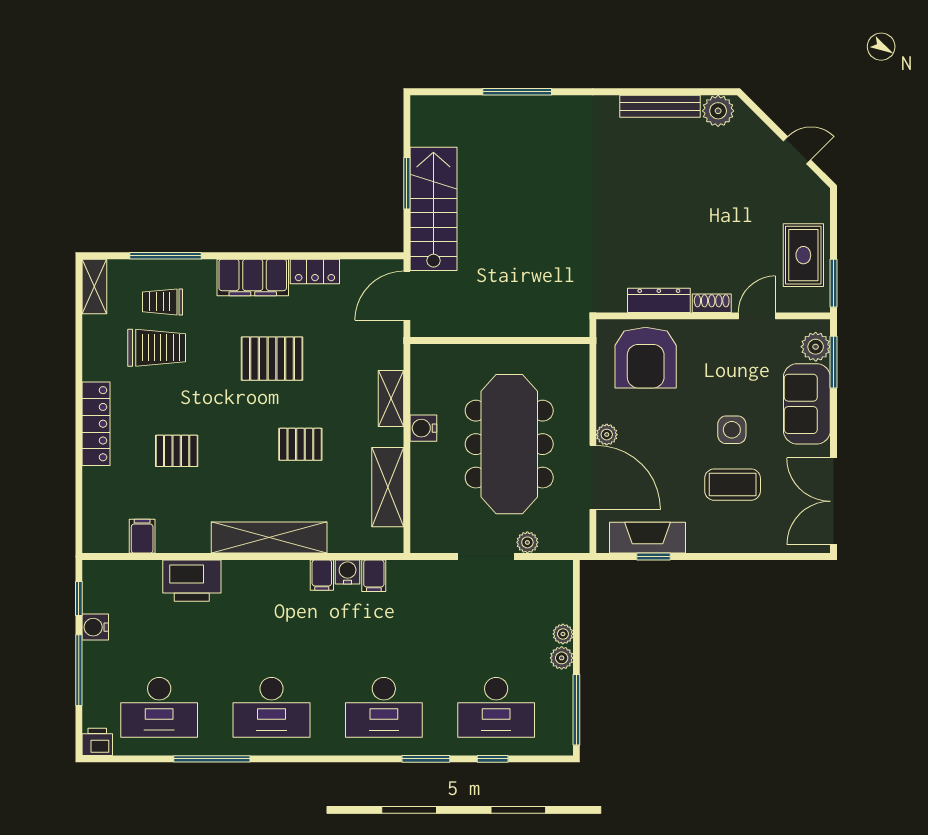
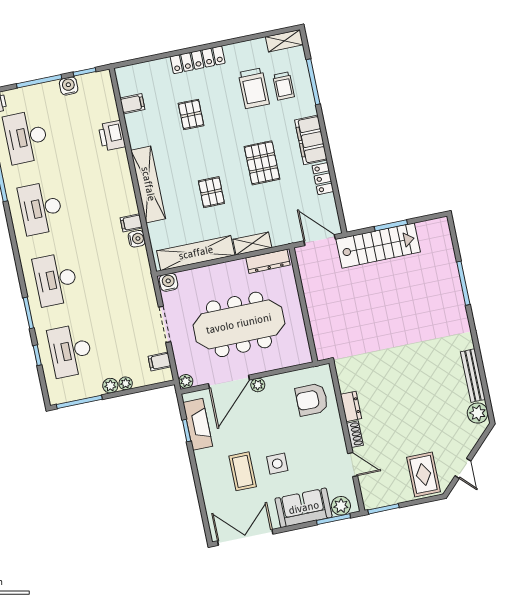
rug: (803, 255) -> (423, 474), moved, turned 90
dresser: (659, 300) -> (351, 406), width x0.70
trolley: (162, 302) -> (284, 86), turned 180
armchair: (646, 358) -> (312, 400), width x0.73, depth x0.73
dresser: (423, 380) -> (268, 261), added
water cooler: (423, 428) -> (168, 282), moved
shelving: (388, 487) -> (196, 253), width x1.47
plant: (527, 542) -> (186, 381), moved
filing cabinet: (374, 576) -> (160, 361), moved
printer: (192, 581) -> (112, 136), width x0.73, depth x0.84

